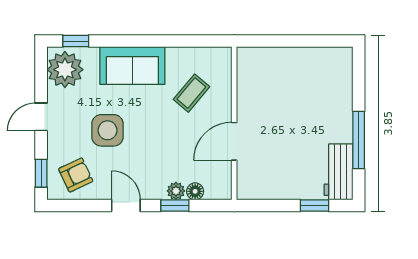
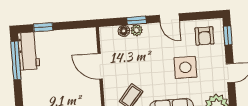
window: (359, 140) -> (16, 60), moved
door: (234, 141) -> (100, 66), swing flipped
armchair: (76, 175) -> (204, 36), turned -65

